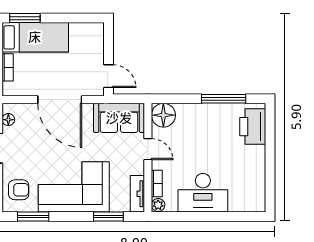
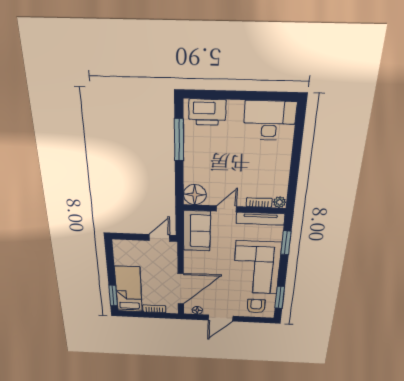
door: (60, 100) -> (181, 289), moved
desk: (203, 193) -> (270, 121), moved, turned -90
tv unit: (137, 194) -> (260, 219), width x1.41

